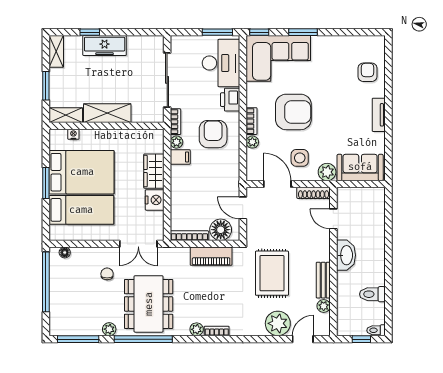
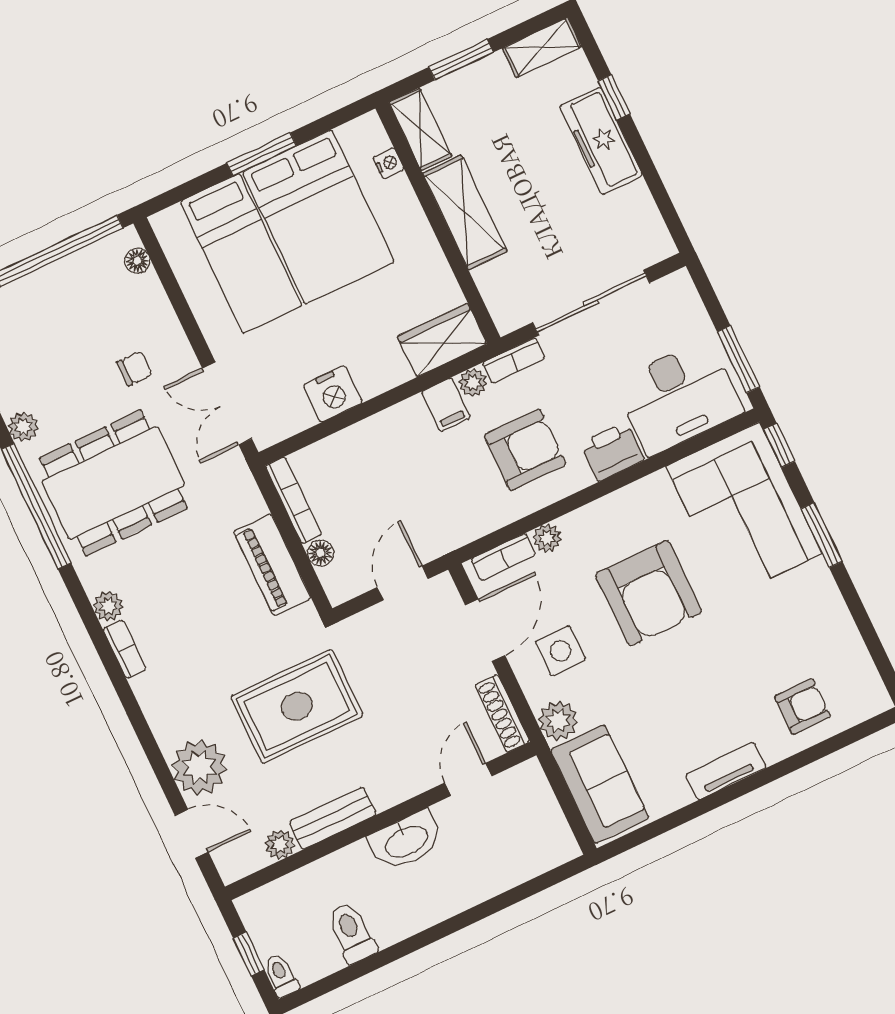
bookcase: (252, 121) -> (503, 557), moved
wardrobe: (154, 171) -> (442, 340), moved
floor lamp: (221, 230) -> (321, 553), width x0.53, depth x0.53

